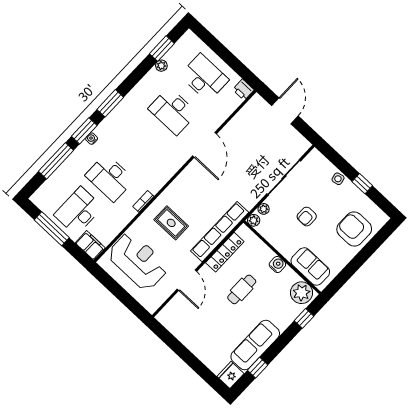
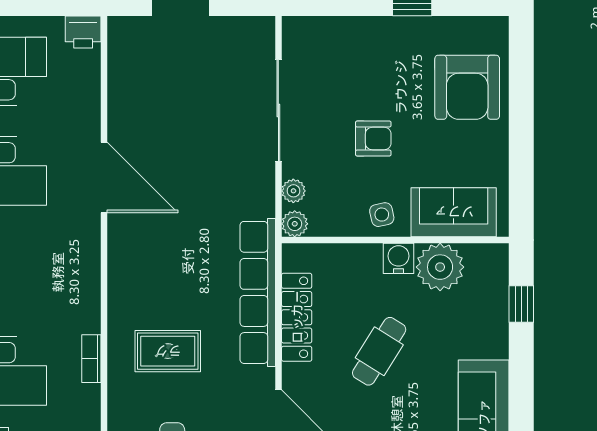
side table: (338, 179) -> (382, 215), moved
armchair: (307, 217) -> (373, 139), turned -90
armchair: (354, 229) -> (467, 87), turned -90
cafe table: (242, 289) -> (379, 351), turned 32
plant: (302, 293) -> (440, 267), moved

